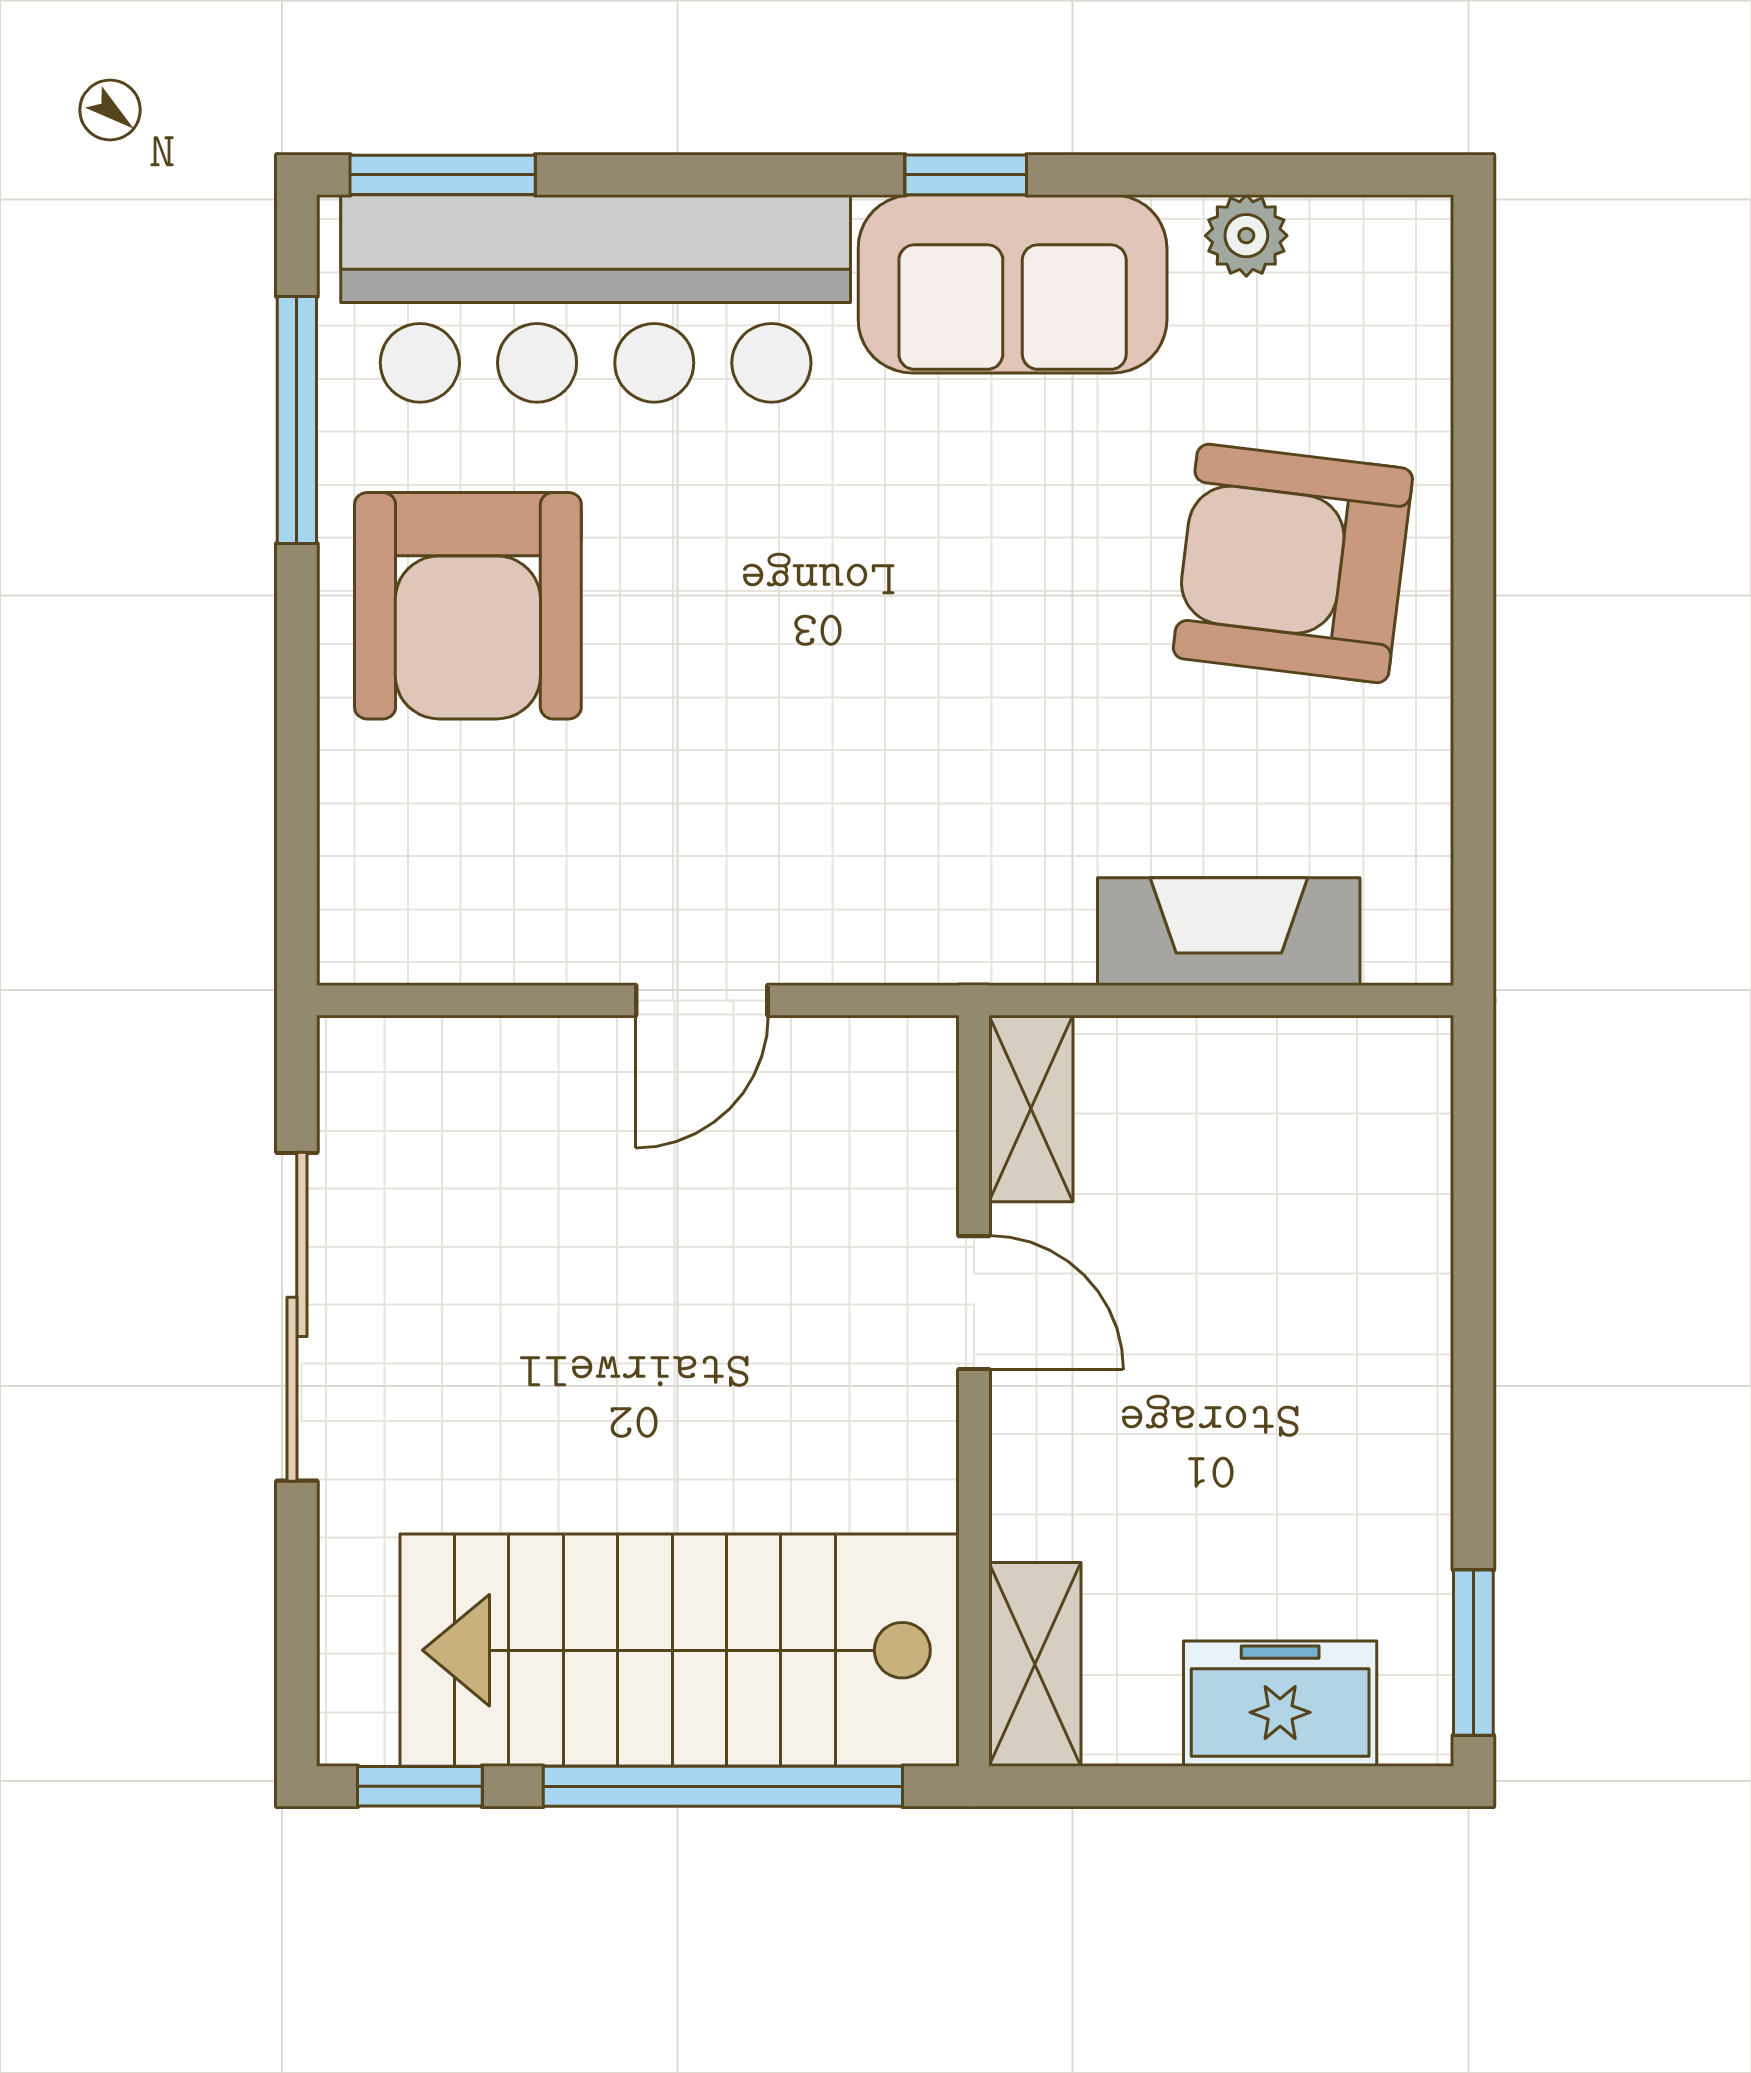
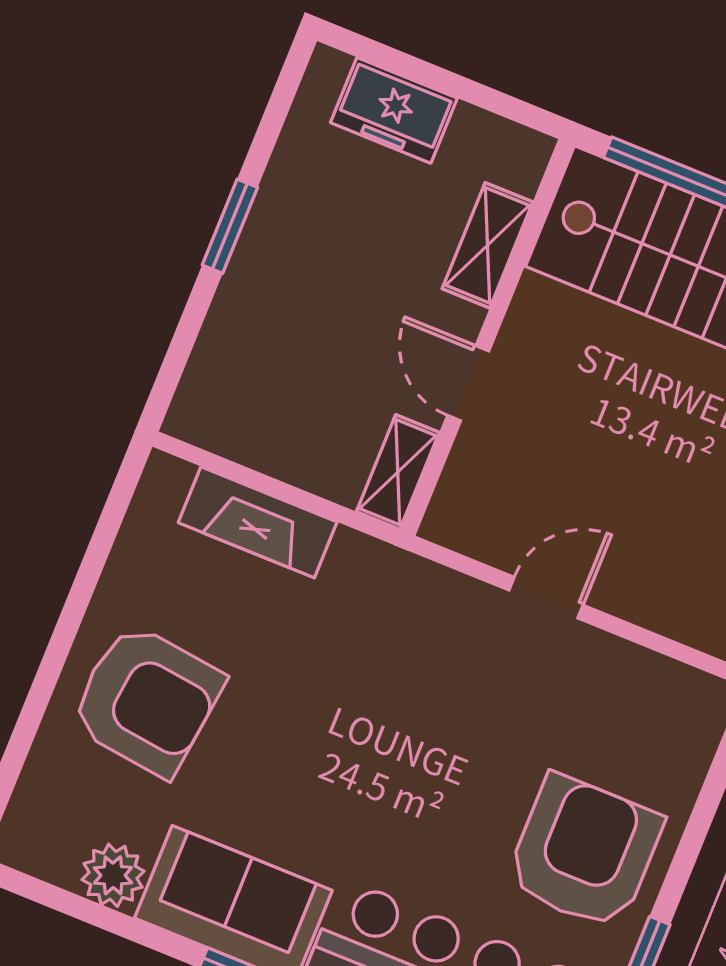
plant: (1246, 236) -> (113, 875), width x1.38, depth x1.38
window: (1473, 1653) -> (230, 226), moved
shelving: (1035, 1664) -> (487, 245), moved

